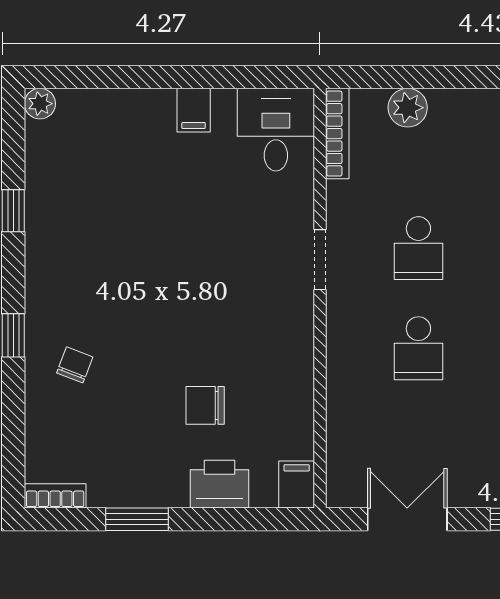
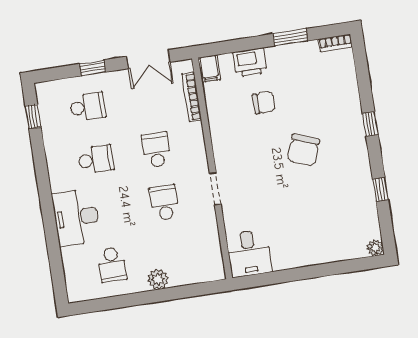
plant: (408, 108) -> (158, 279), moved
filing cabinet: (194, 110) -> (294, 257), removed
bookcase: (337, 134) -> (192, 97), moved
chair: (75, 365) -> (303, 150), moved, width x1.87, depth x1.87

